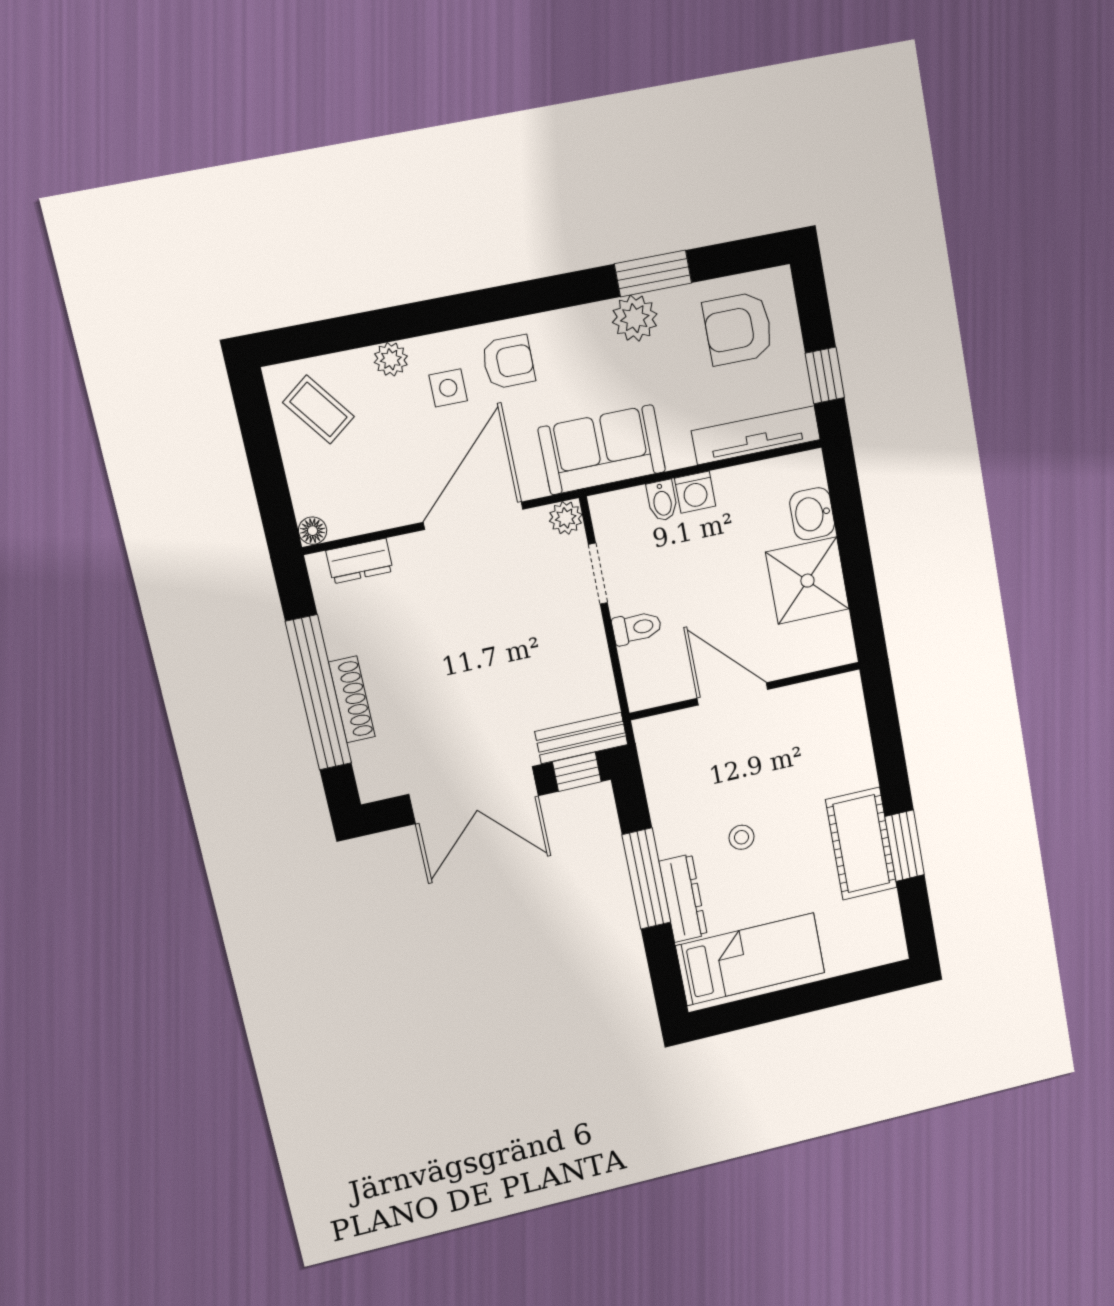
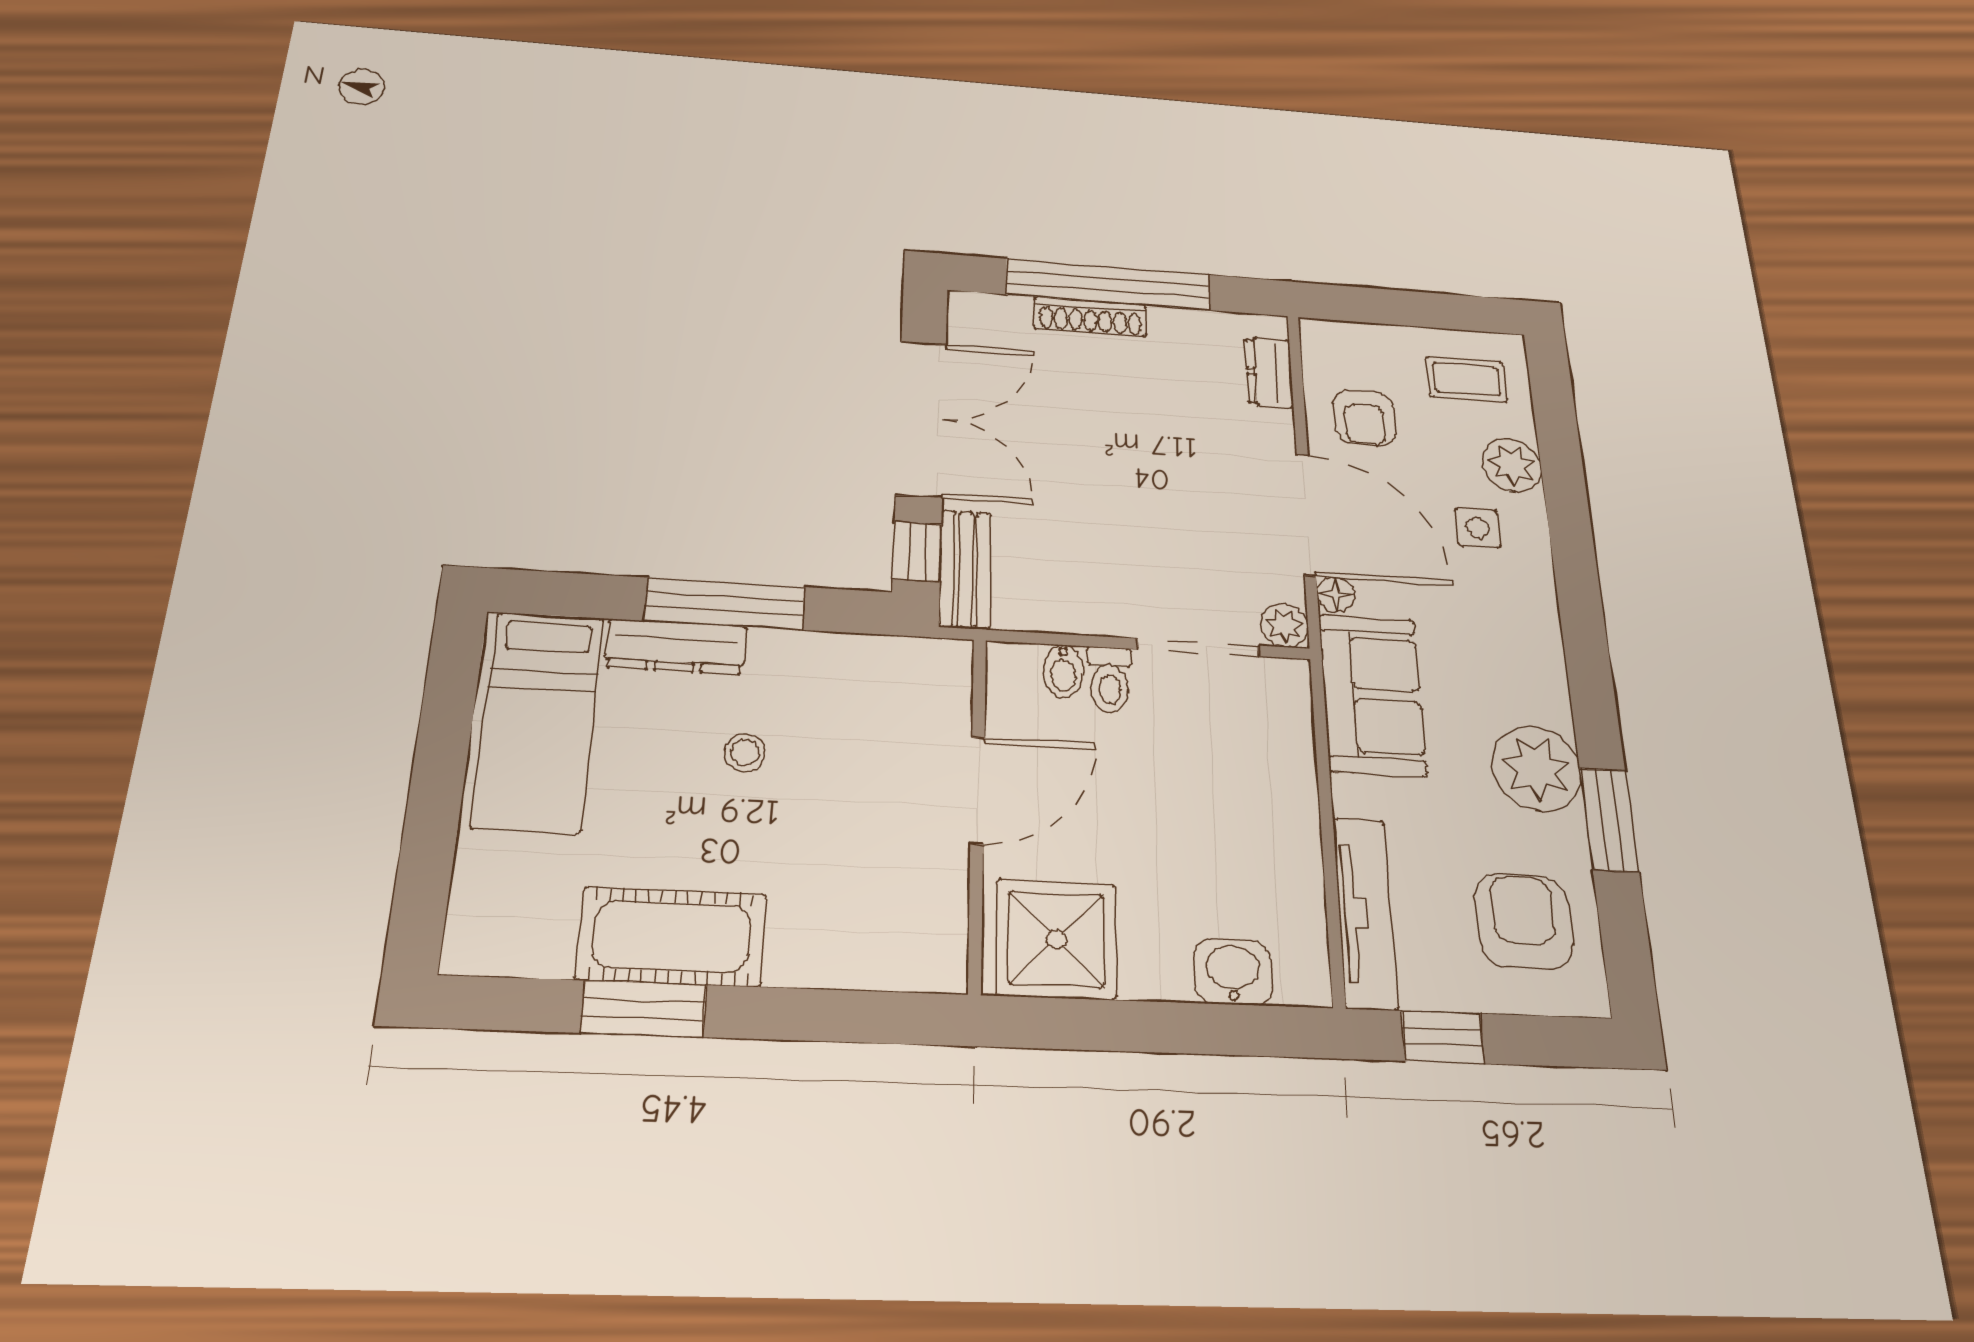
plant: (635, 318) -> (1536, 769), width x1.36, depth x1.36
plant: (391, 359) -> (1512, 465), width x1.38, depth x1.38
armchair: (508, 362) -> (1364, 417), moved
coffee table: (319, 409) -> (1467, 380), turned 37
washing machine: (695, 492) -> (1294, 806), removed
bidet: (662, 501) -> (1063, 671), moved, turned -90
floor lamp: (313, 531) -> (1336, 595), moved
doorway: (598, 574) -> (1198, 647), width x1.38
shower: (807, 581) -> (1056, 939), moved
double door: (474, 795) -> (921, 418), swing flipped

